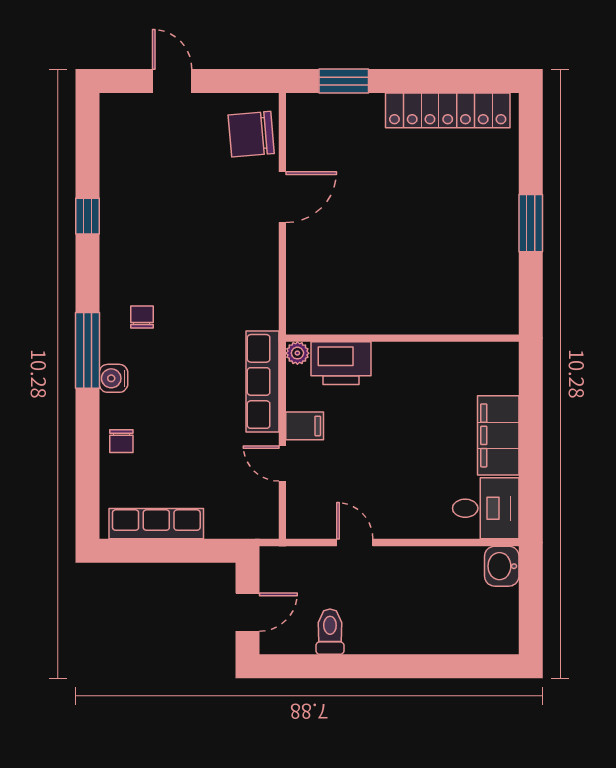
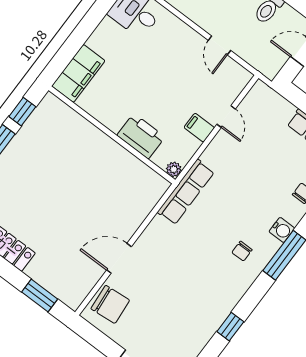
window: (531, 285) -> (22, 112), added
printer: (341, 363) -> (141, 136), moved
row of seats: (262, 381) -> (186, 192), moved
filing cabinet: (498, 435) -> (78, 73), moved

